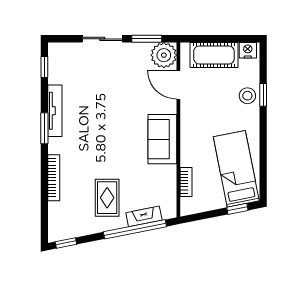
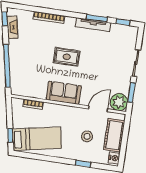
stool: (247, 96) -> (87, 136), moved
window: (44, 128) -> (97, 18), moved
rug: (107, 198) -> (67, 57), moved
fireplace: (144, 216) -> (12, 27), moved

